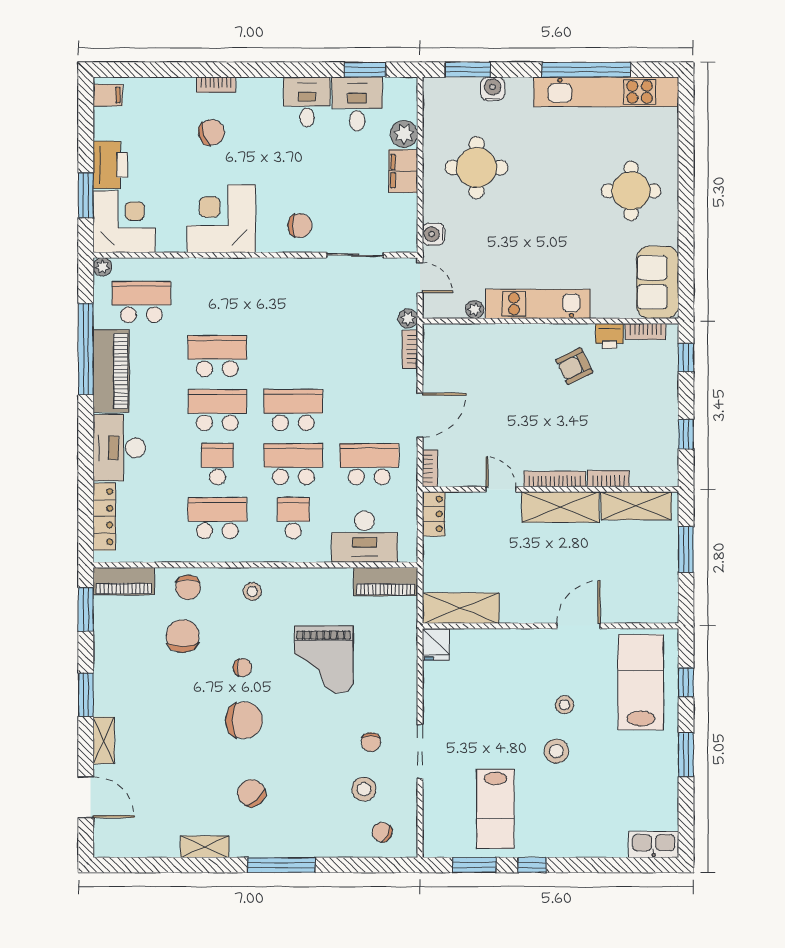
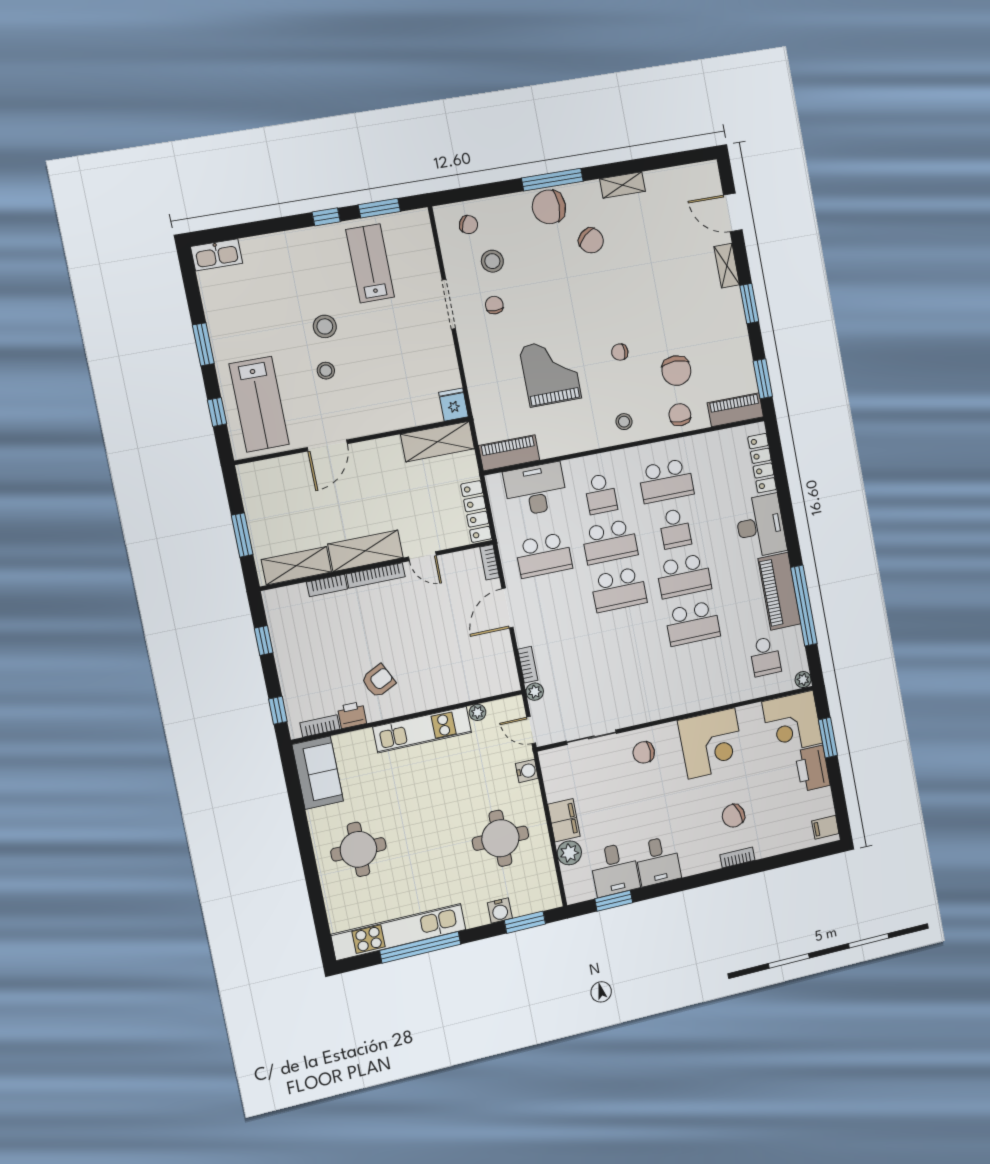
school desk: (141, 302) -> (765, 656), width x0.54
locker: (434, 514) -> (476, 511), width x1.53
chair: (244, 720) -> (549, 207), moved

